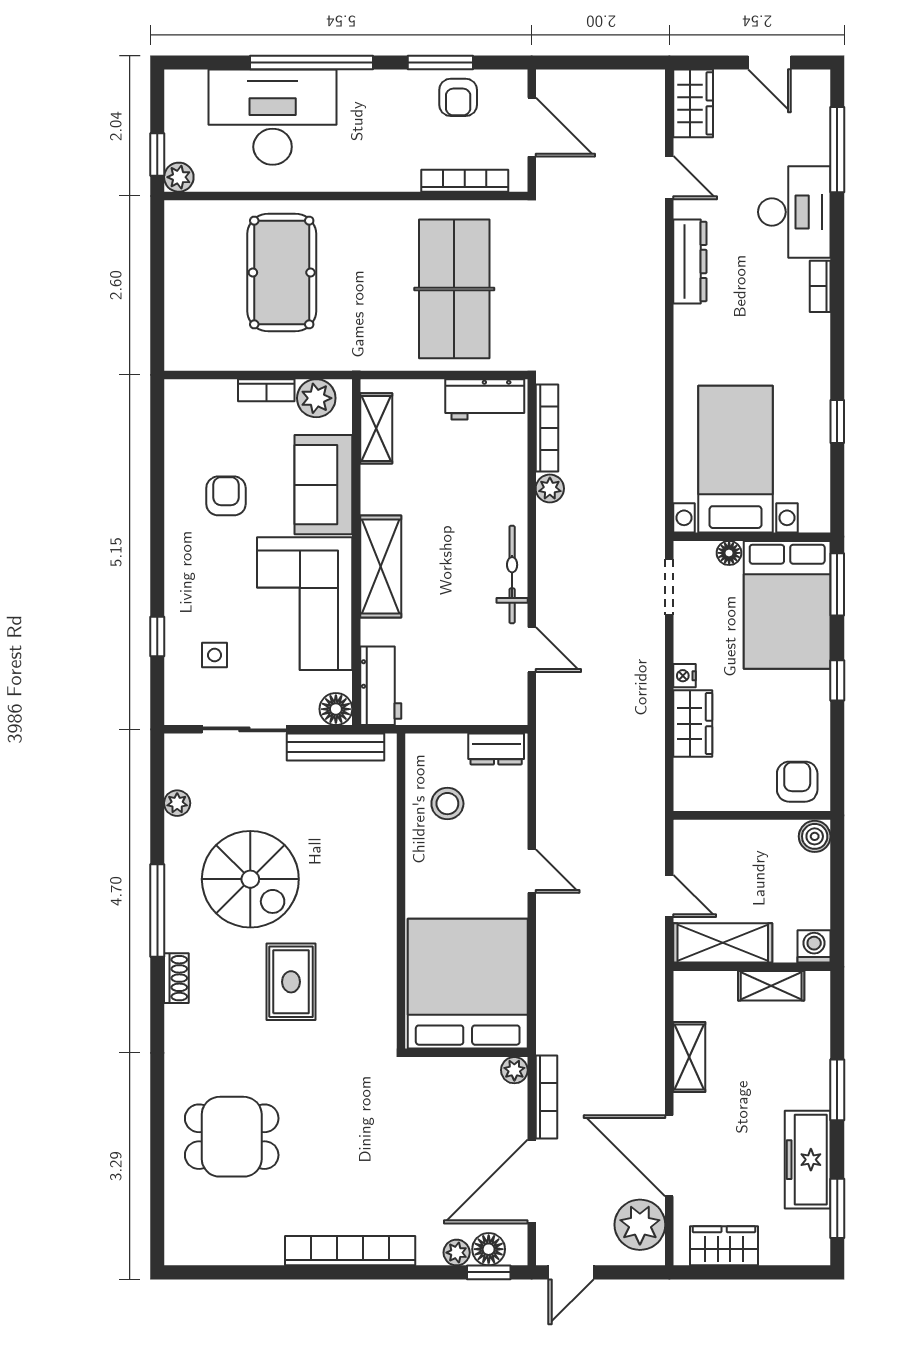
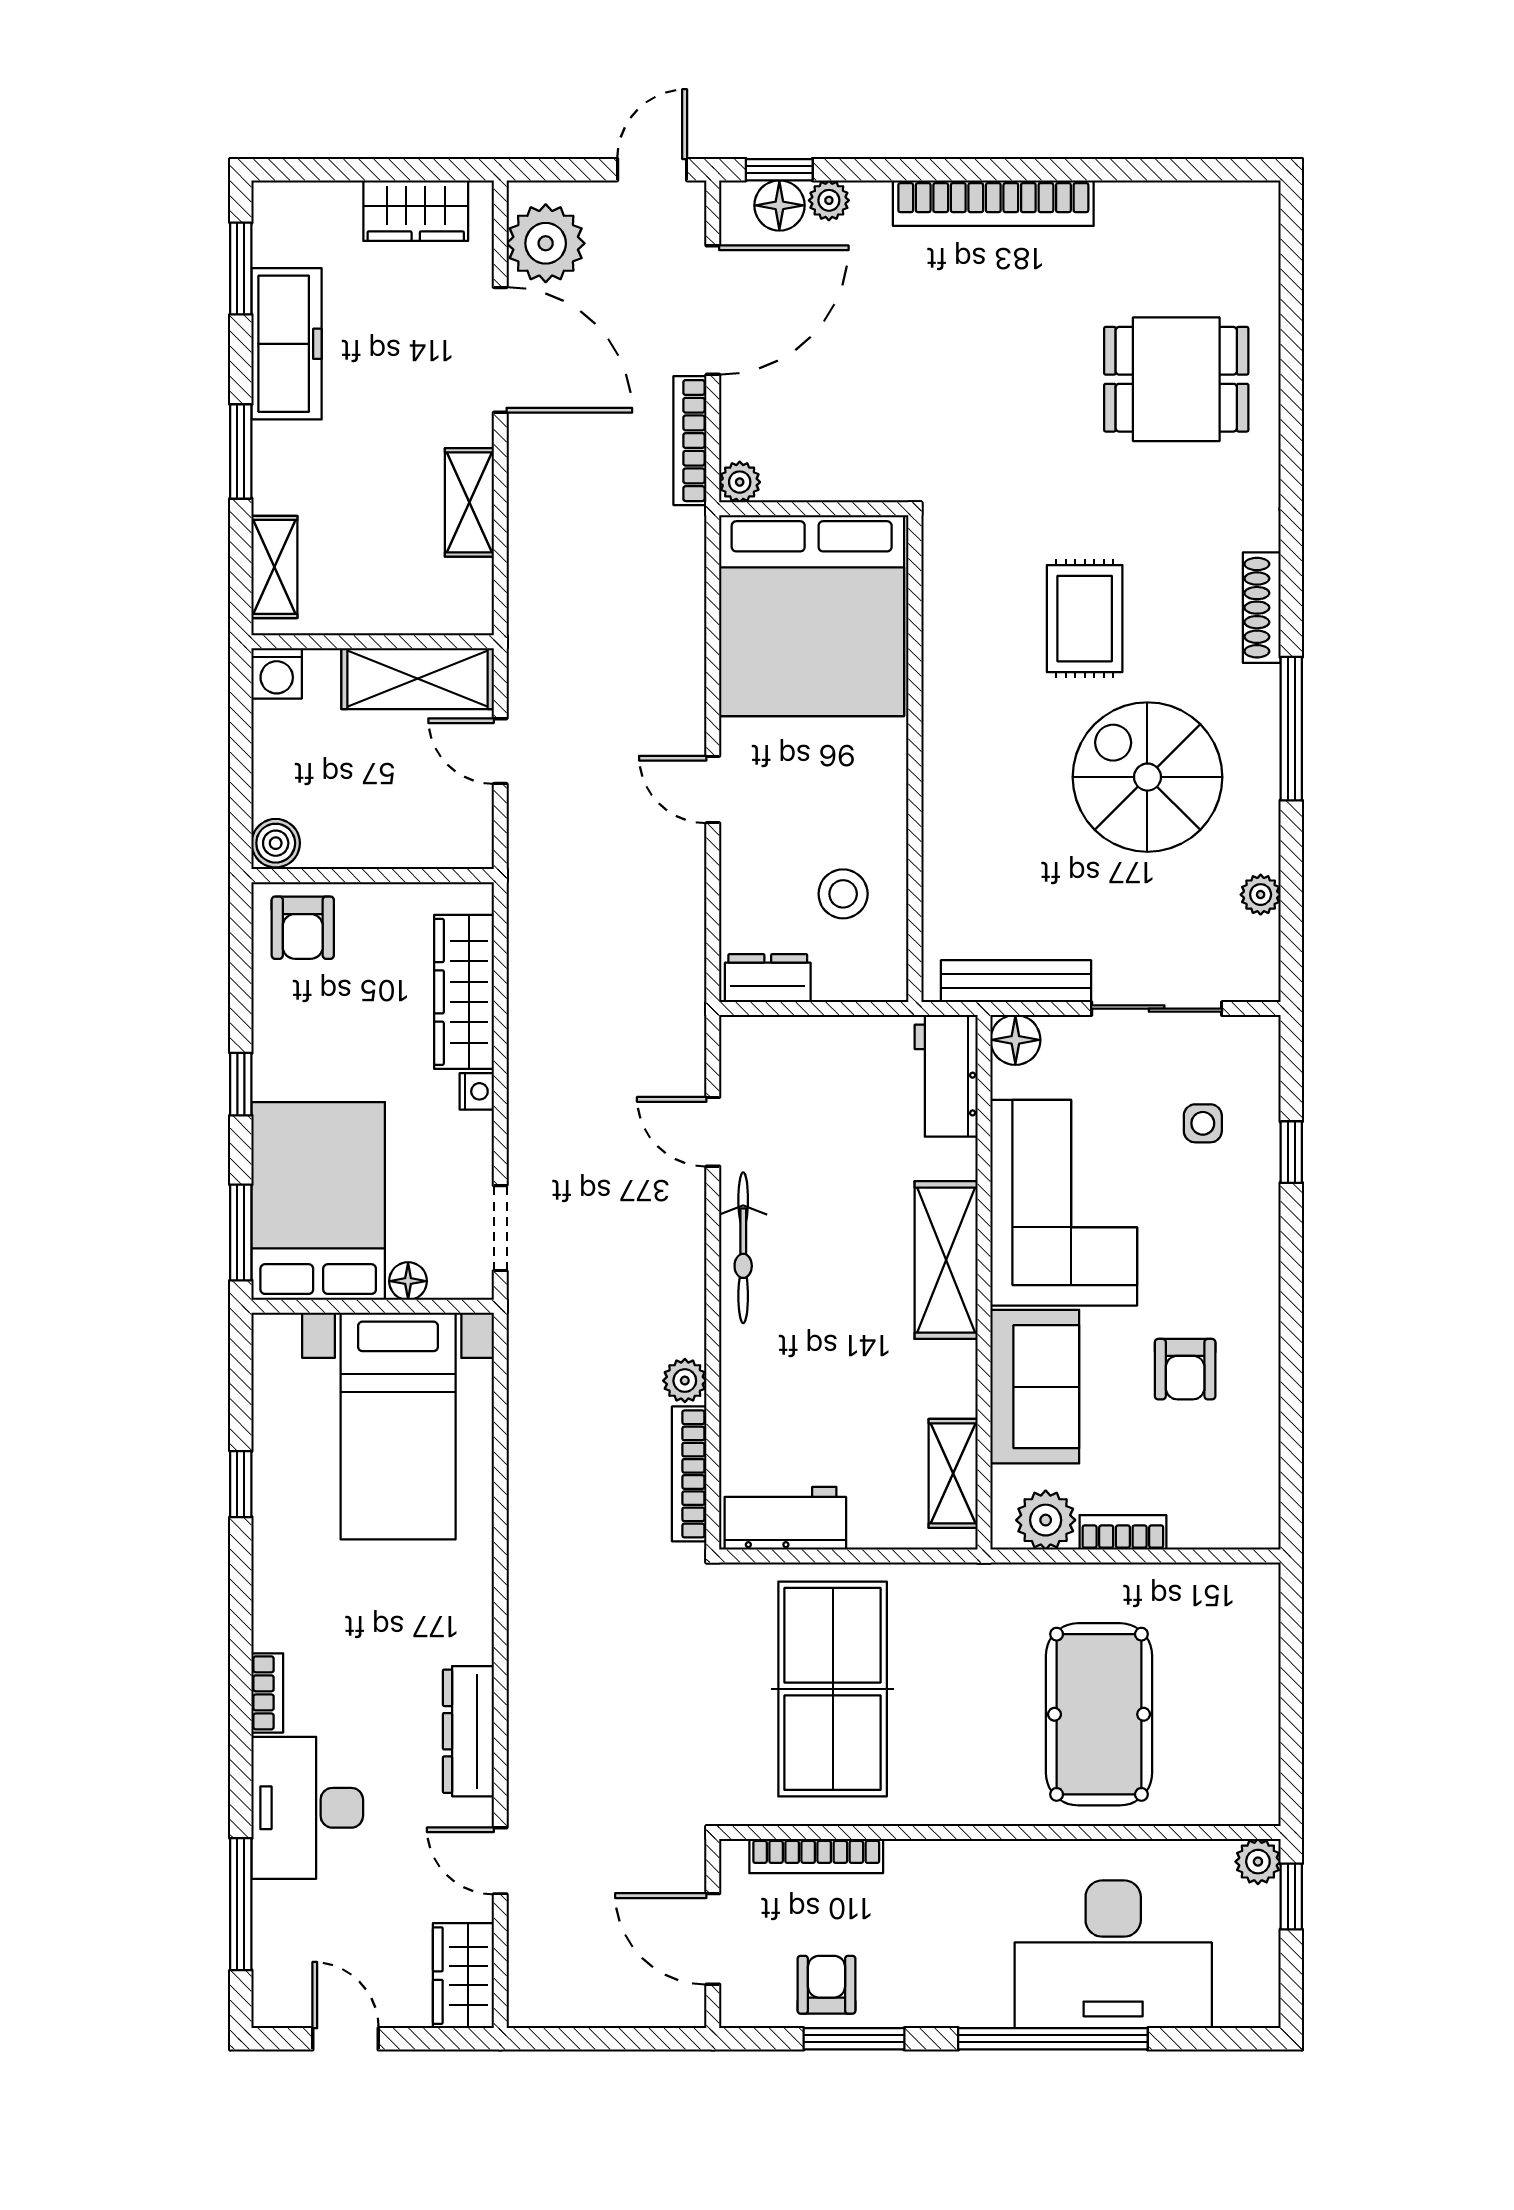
wardrobe: (693, 724) -> (464, 992), width x1.50
shoe rack: (176, 978) -> (1262, 608), width x1.43
shelving: (771, 986) -> (274, 567), moved, turned 90

